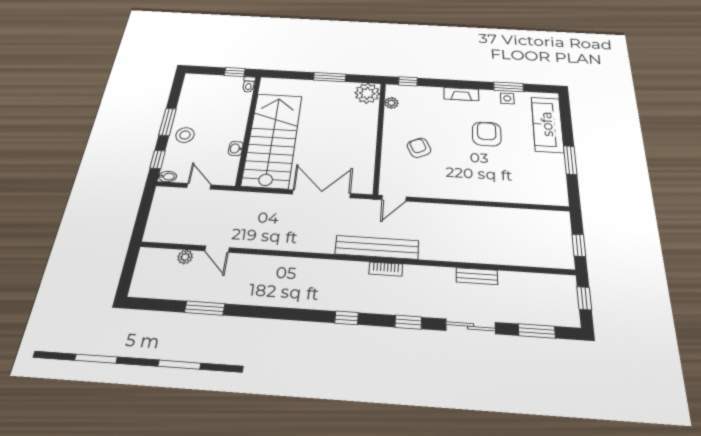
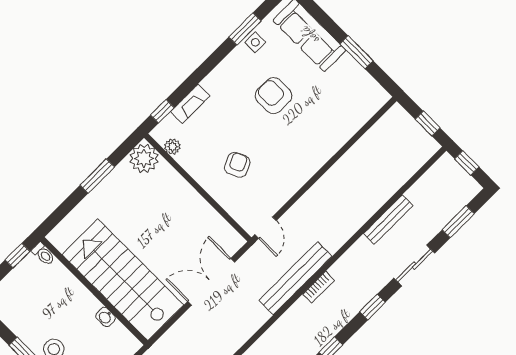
fireplace: (461, 94) -> (190, 104), moved
armchair: (419, 148) -> (237, 165), turned 91
bench: (477, 276) -> (388, 220), width x1.36

